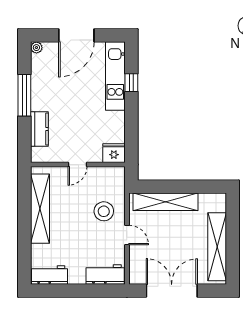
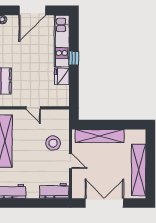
window: (131, 83) -> (74, 58), moved
fridge: (114, 153) -> (62, 76), moved, turned -90
door: (78, 165) -> (33, 108), hinge flipped

